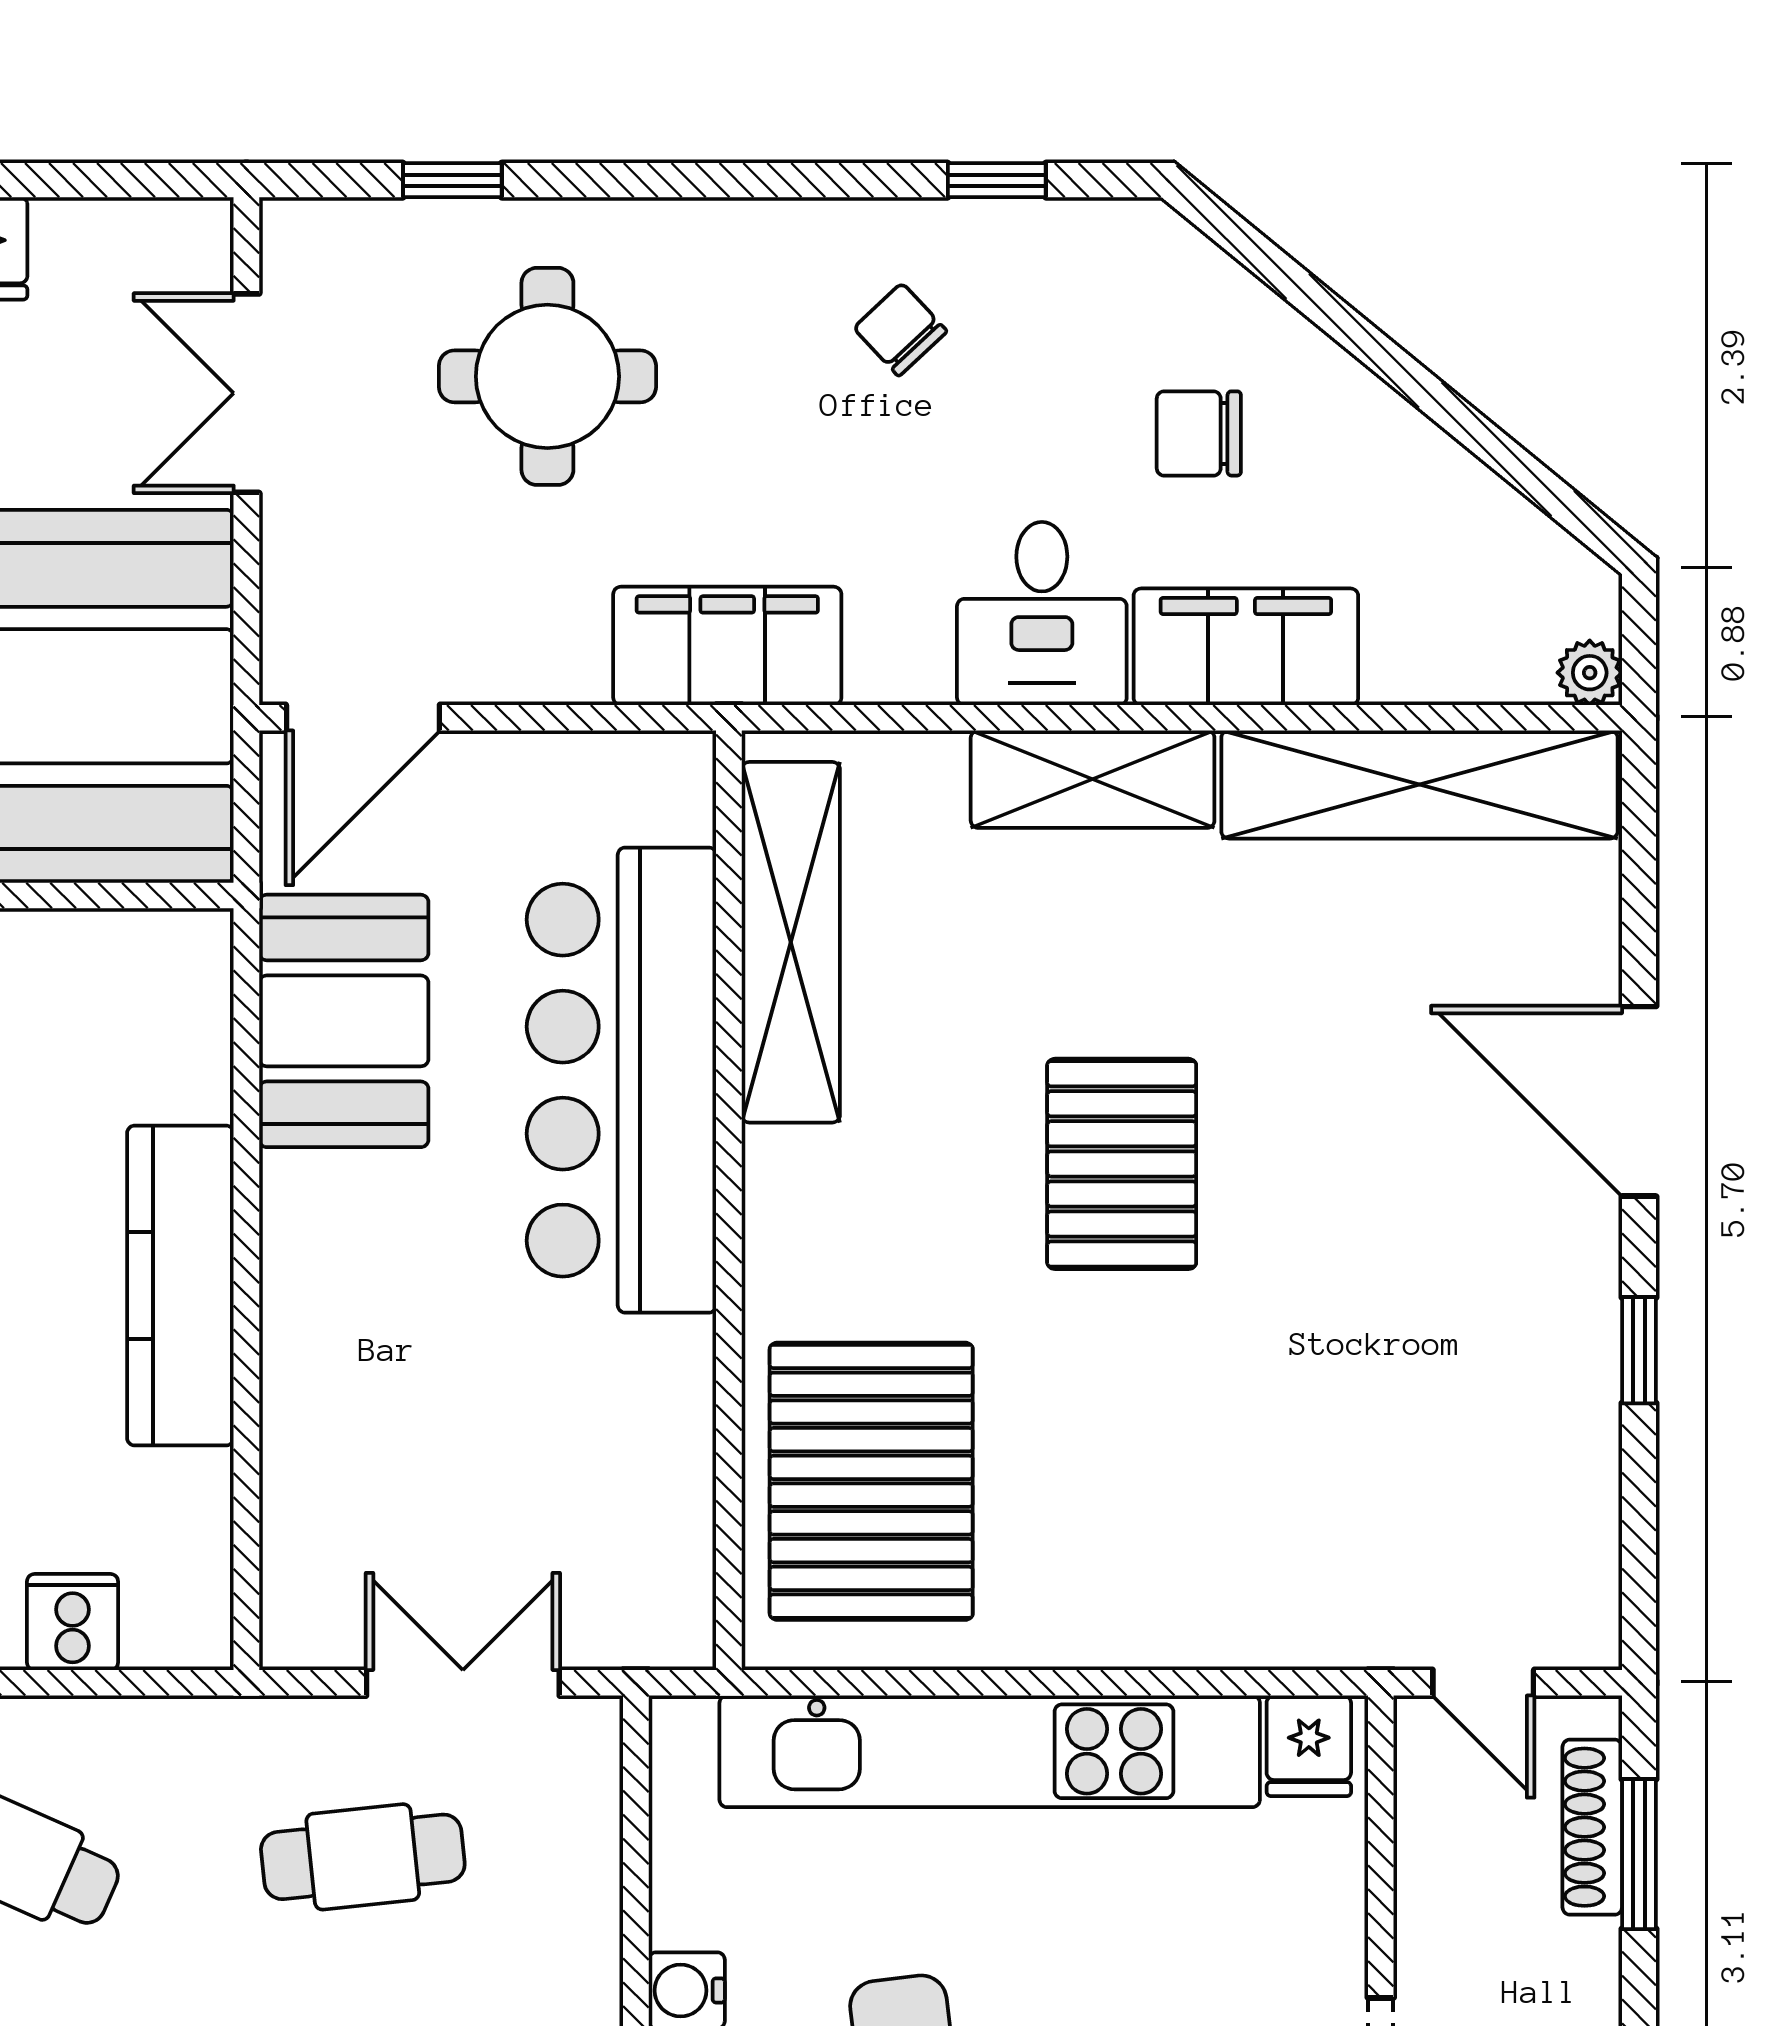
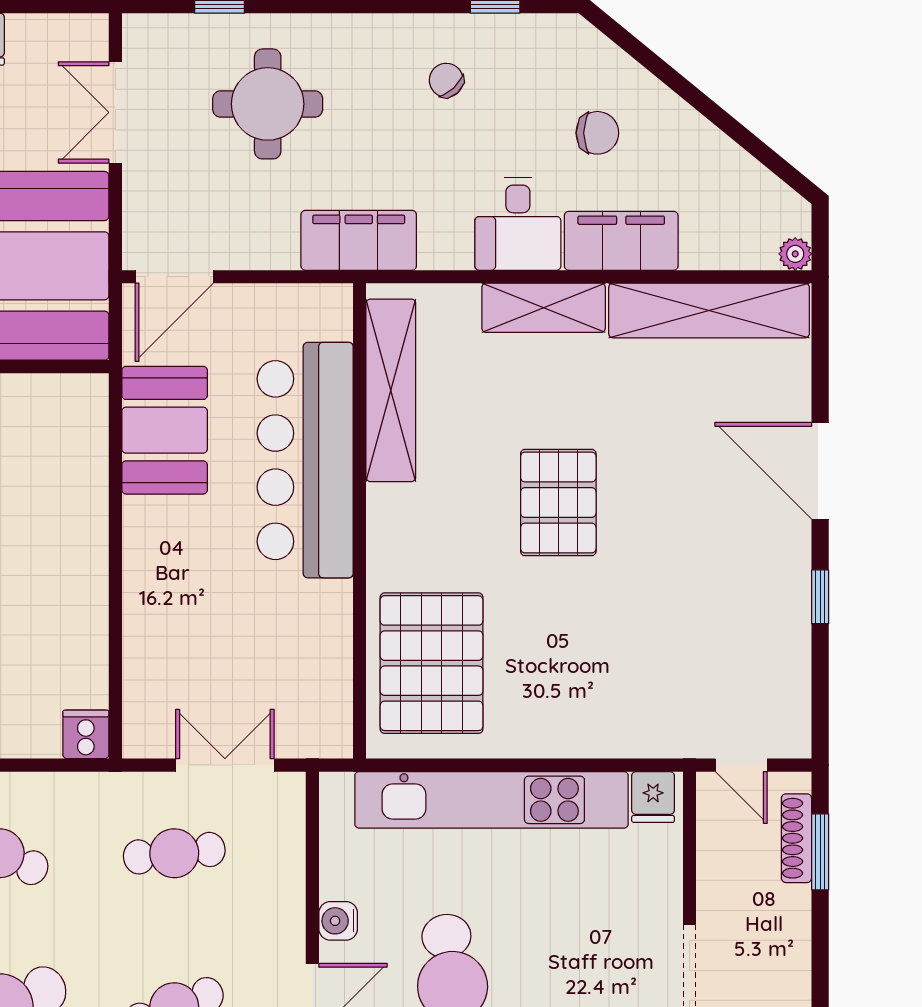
chair: (1199, 433) -> (597, 133), turned 180
kitchen counter: (180, 1286) -> (82, 564), removed
cooker: (73, 1622) -> (86, 734), moved

